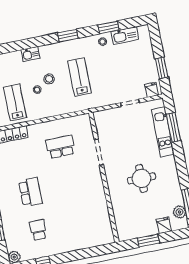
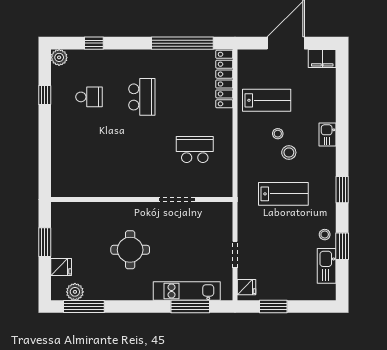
school desk: (61, 147) -> (195, 150), turned -90
school desk: (31, 192) -> (142, 97), turned -90

